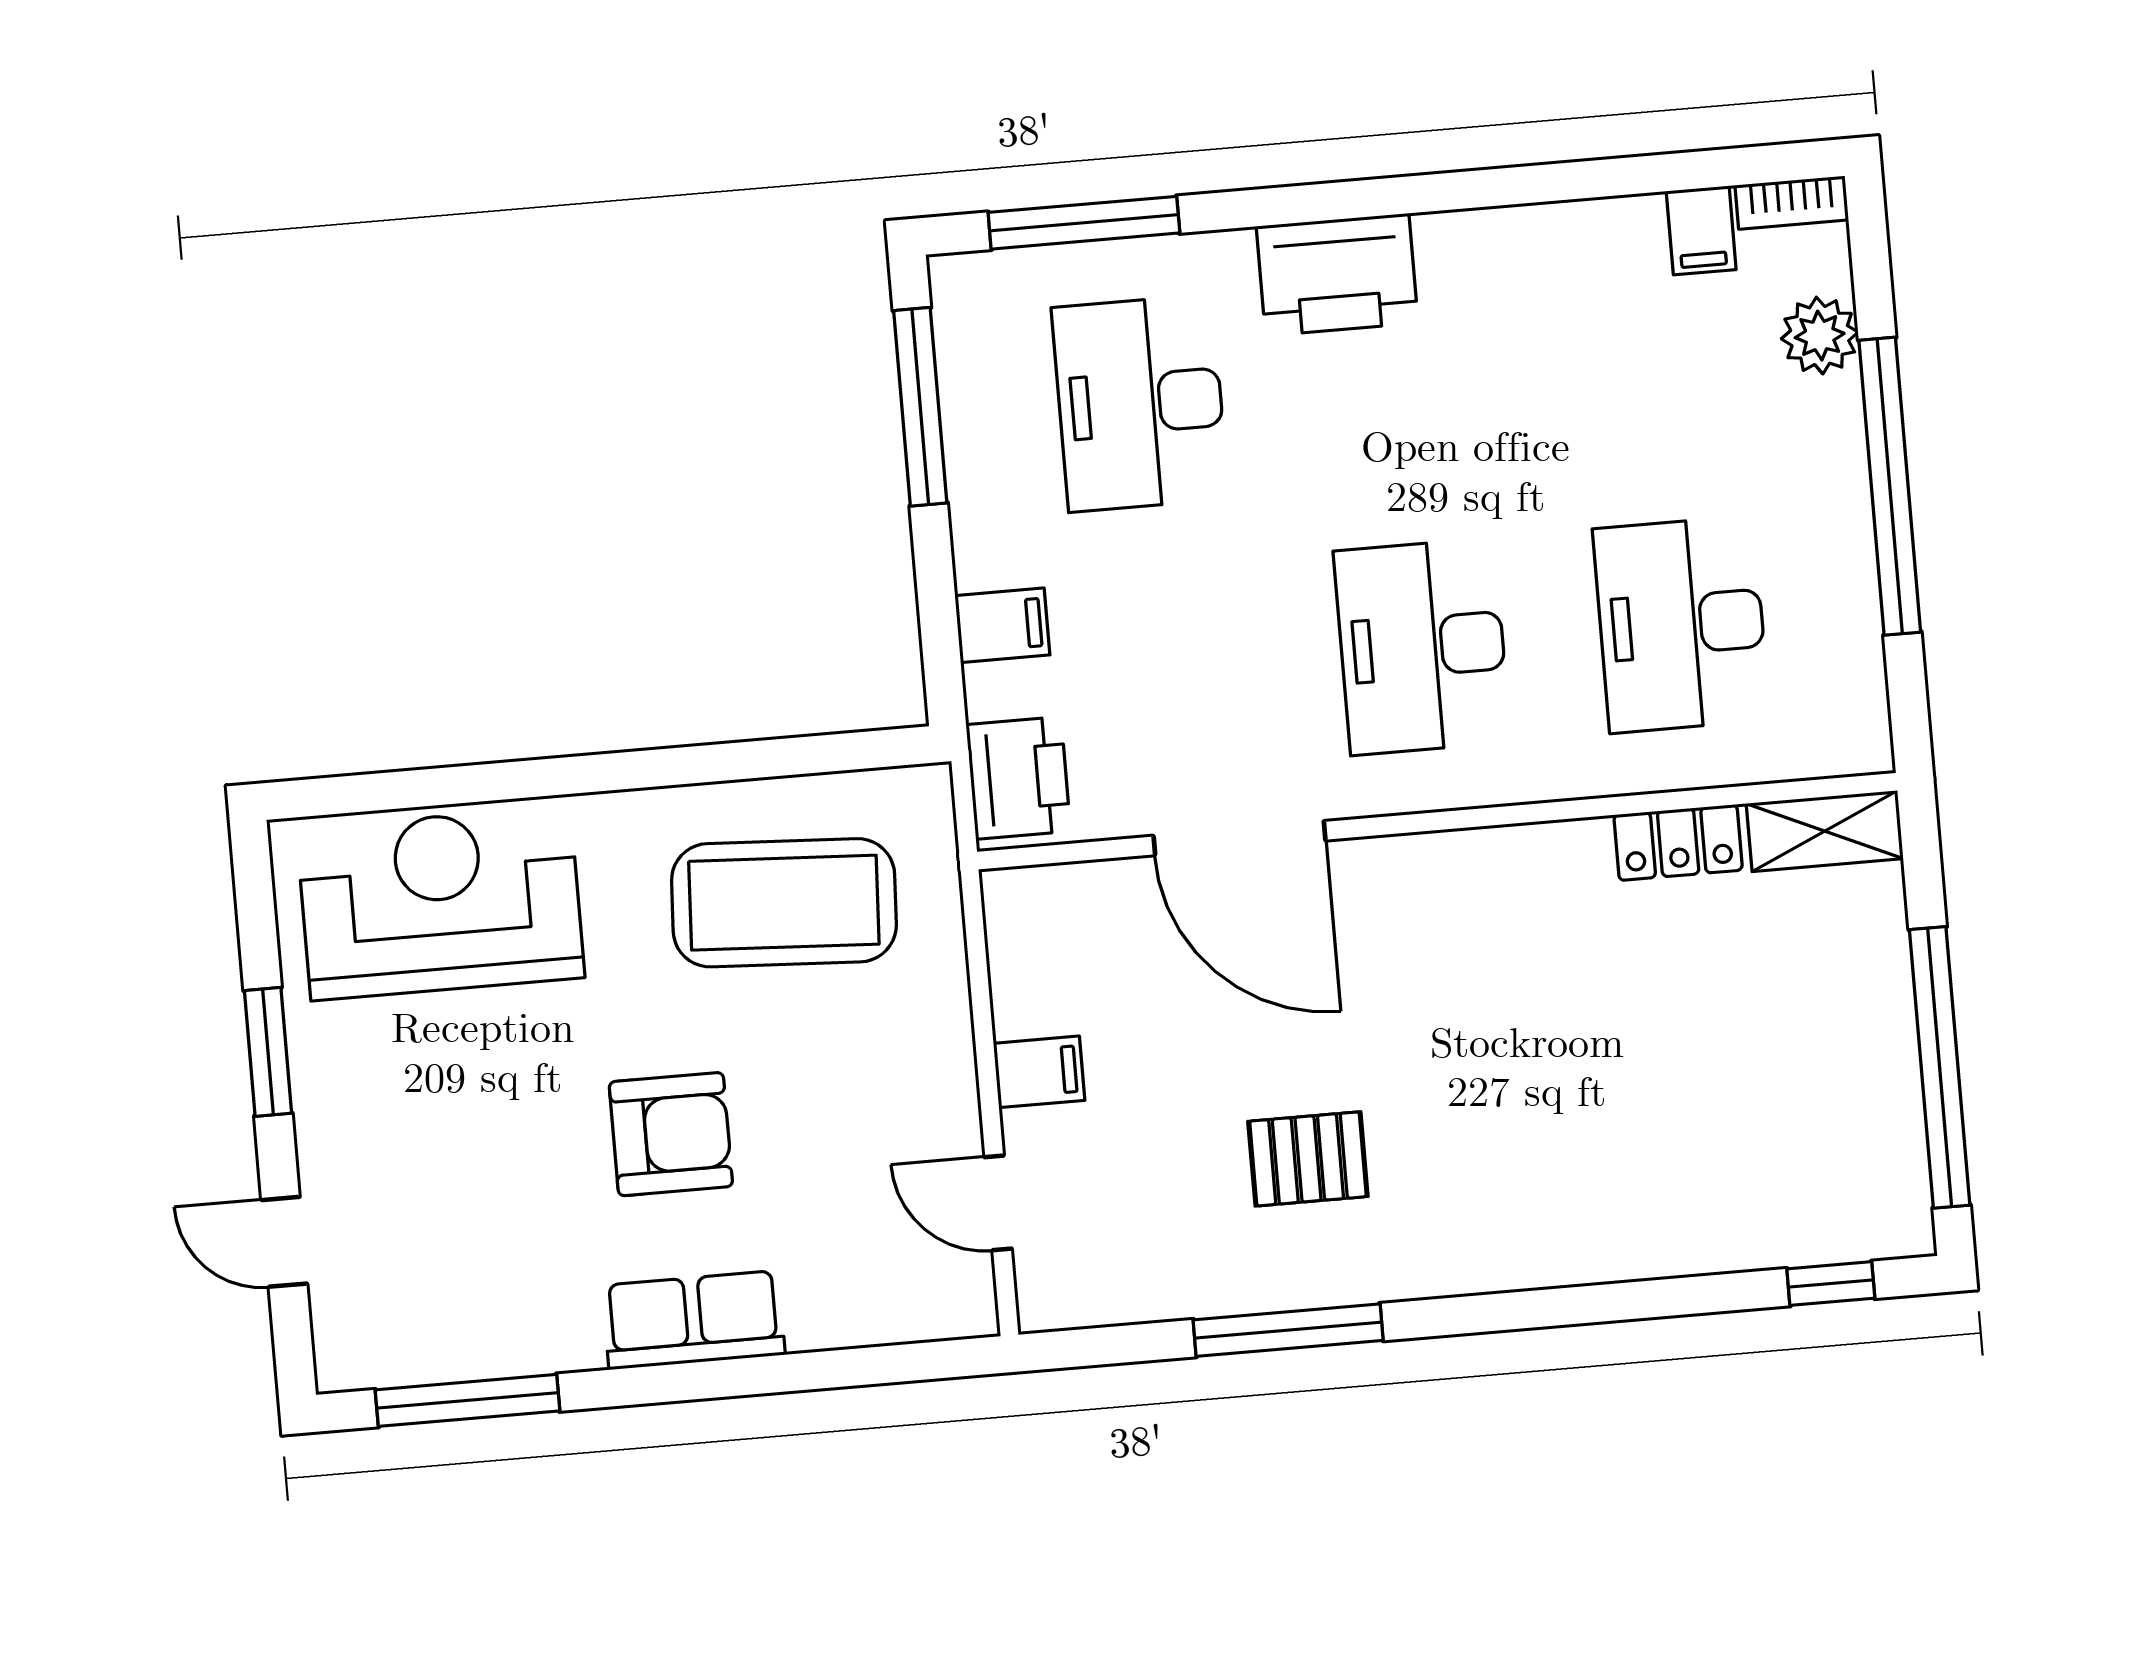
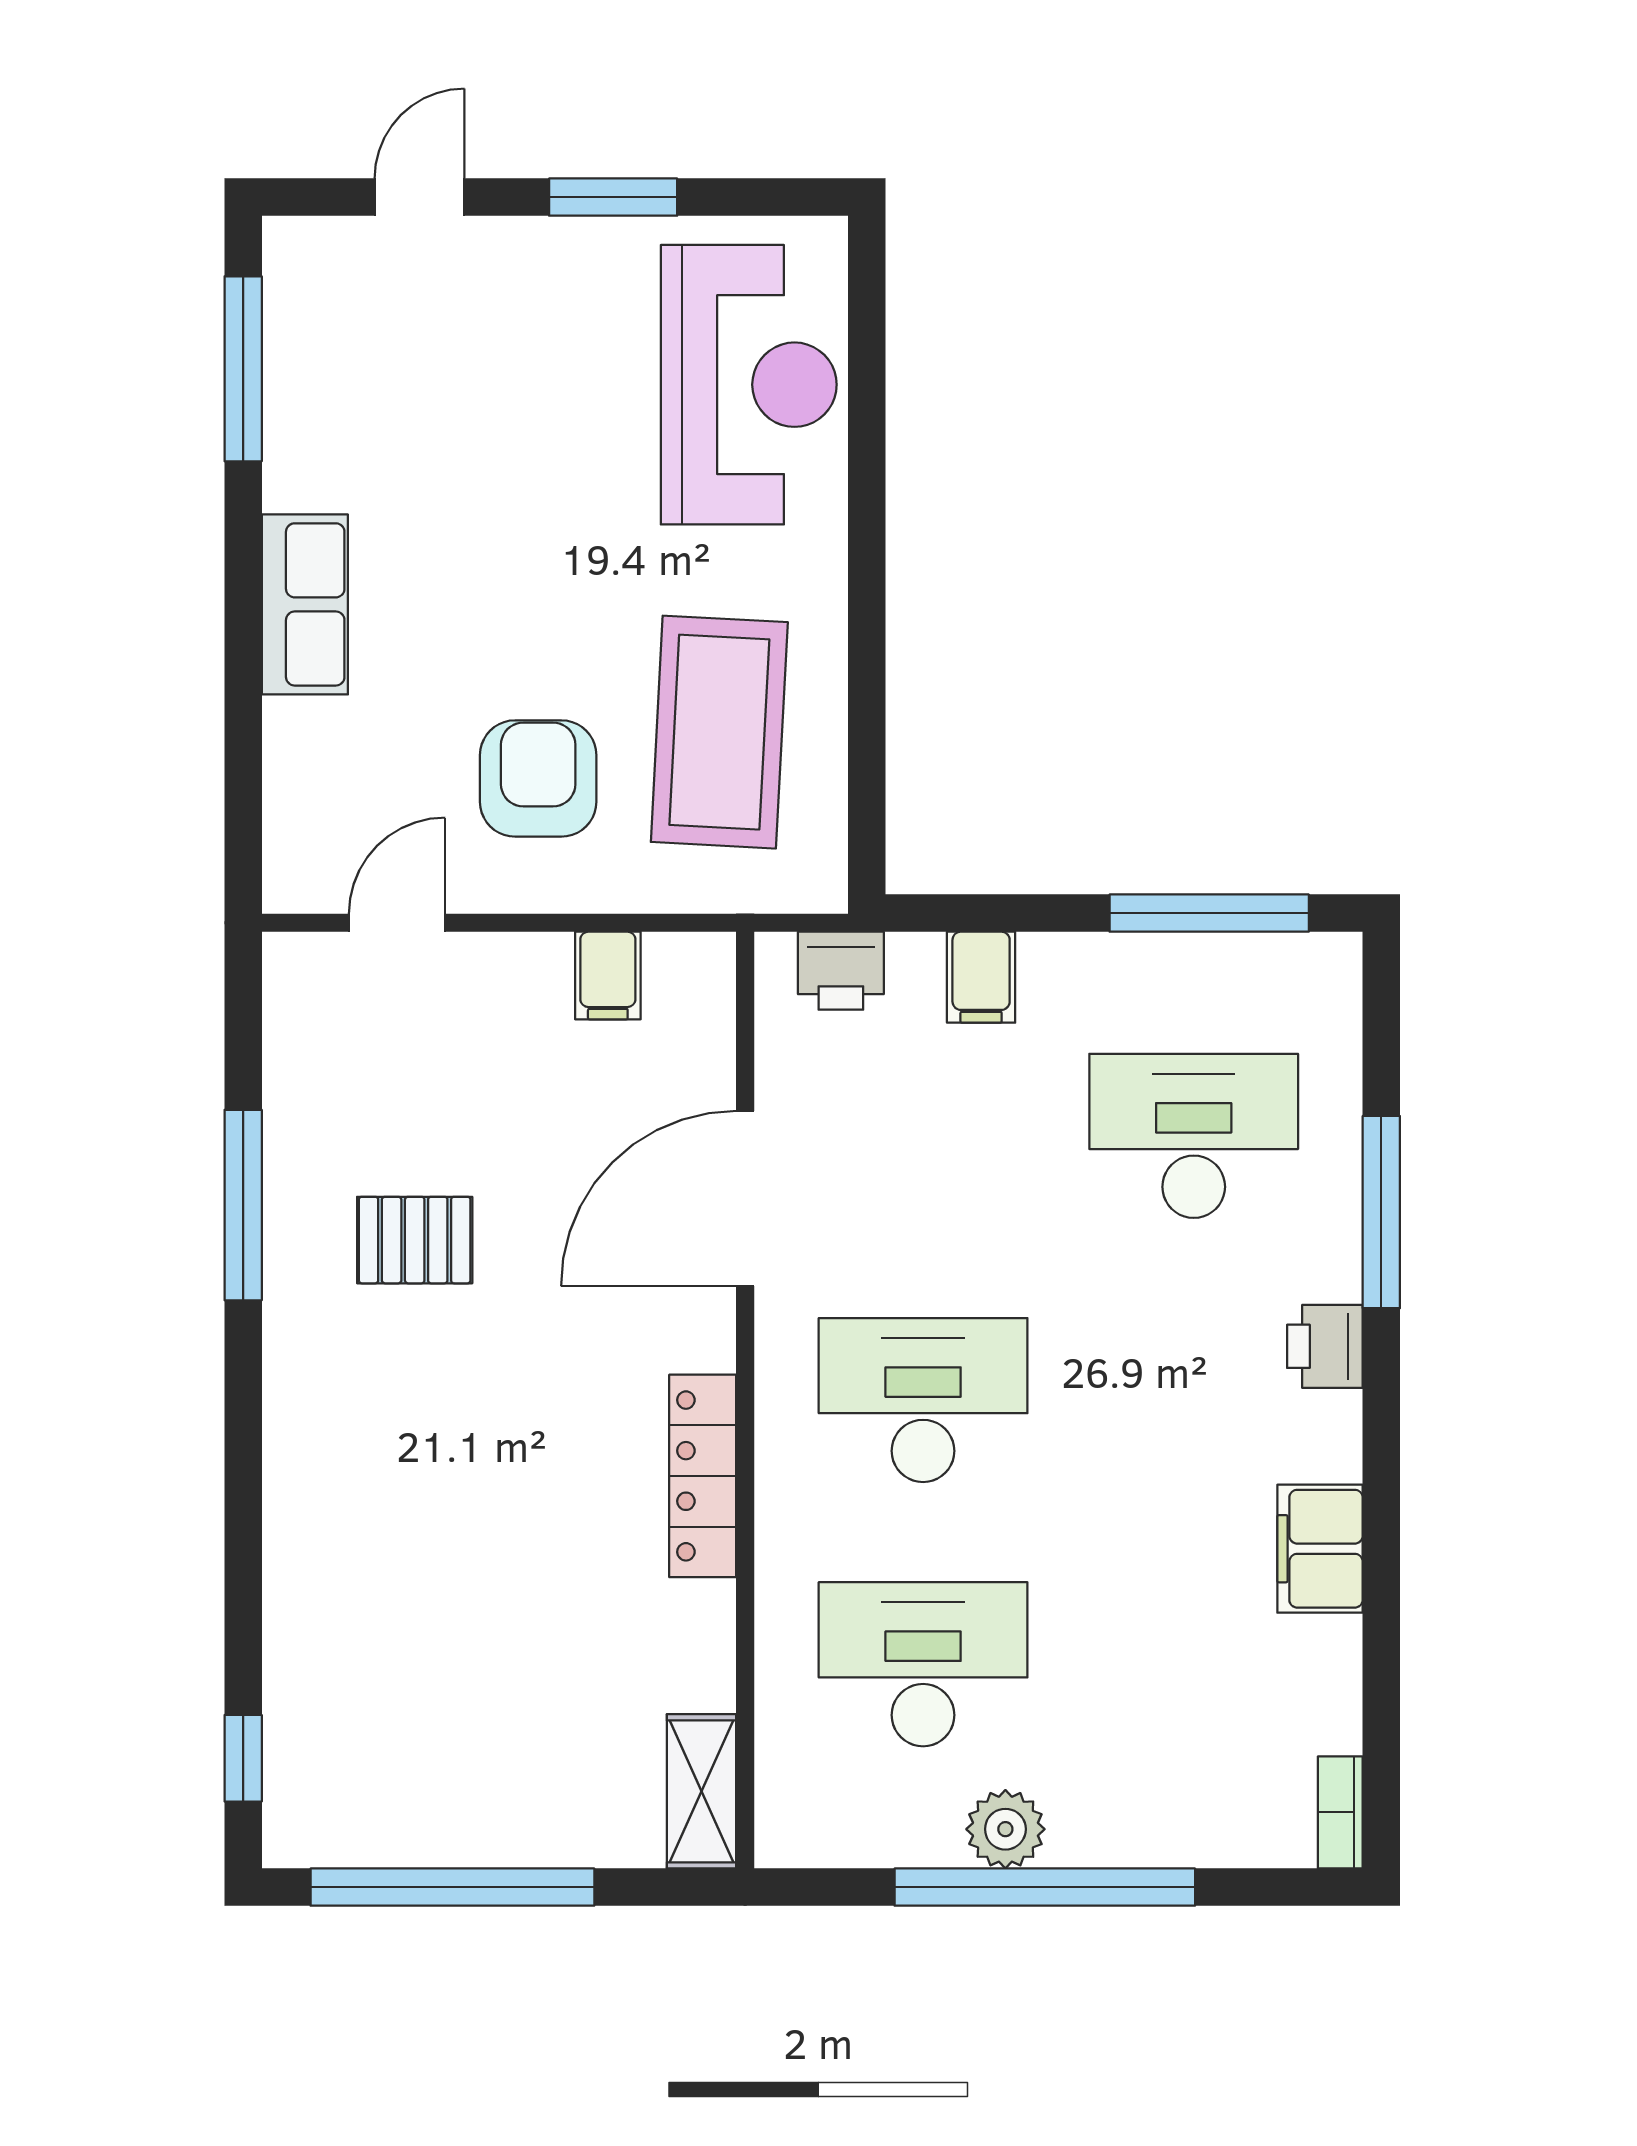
window: (1084, 223) -> (1381, 1212), moved
filing cabinet: (1701, 230) -> (1320, 1549), moved, width x2.00
printer: (1337, 275) -> (1325, 1346), width x0.53, depth x0.68
plant: (1820, 336) -> (1005, 1829), moved
printer: (1018, 778) -> (841, 971), width x0.73, depth x0.81
locker: (1678, 842) -> (703, 1476), moved, width x1.53
filing cabinet: (1039, 1072) -> (608, 976), moved
armchair: (671, 1134) -> (538, 778), moved, turned 180
pallet: (1308, 1159) -> (415, 1240), turned 90

